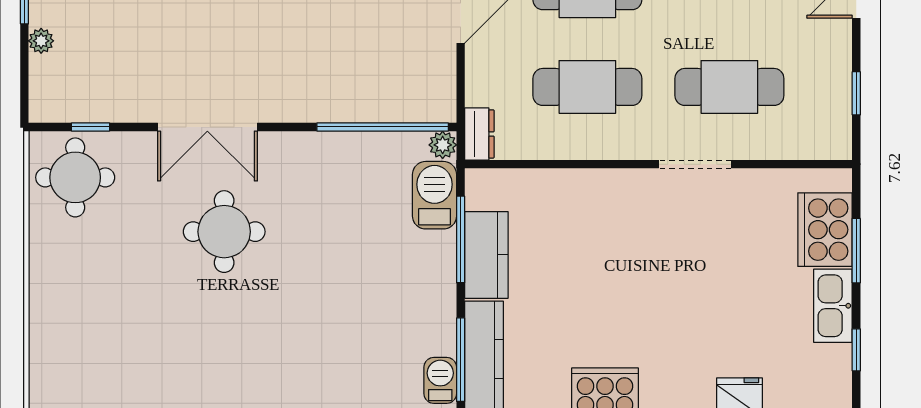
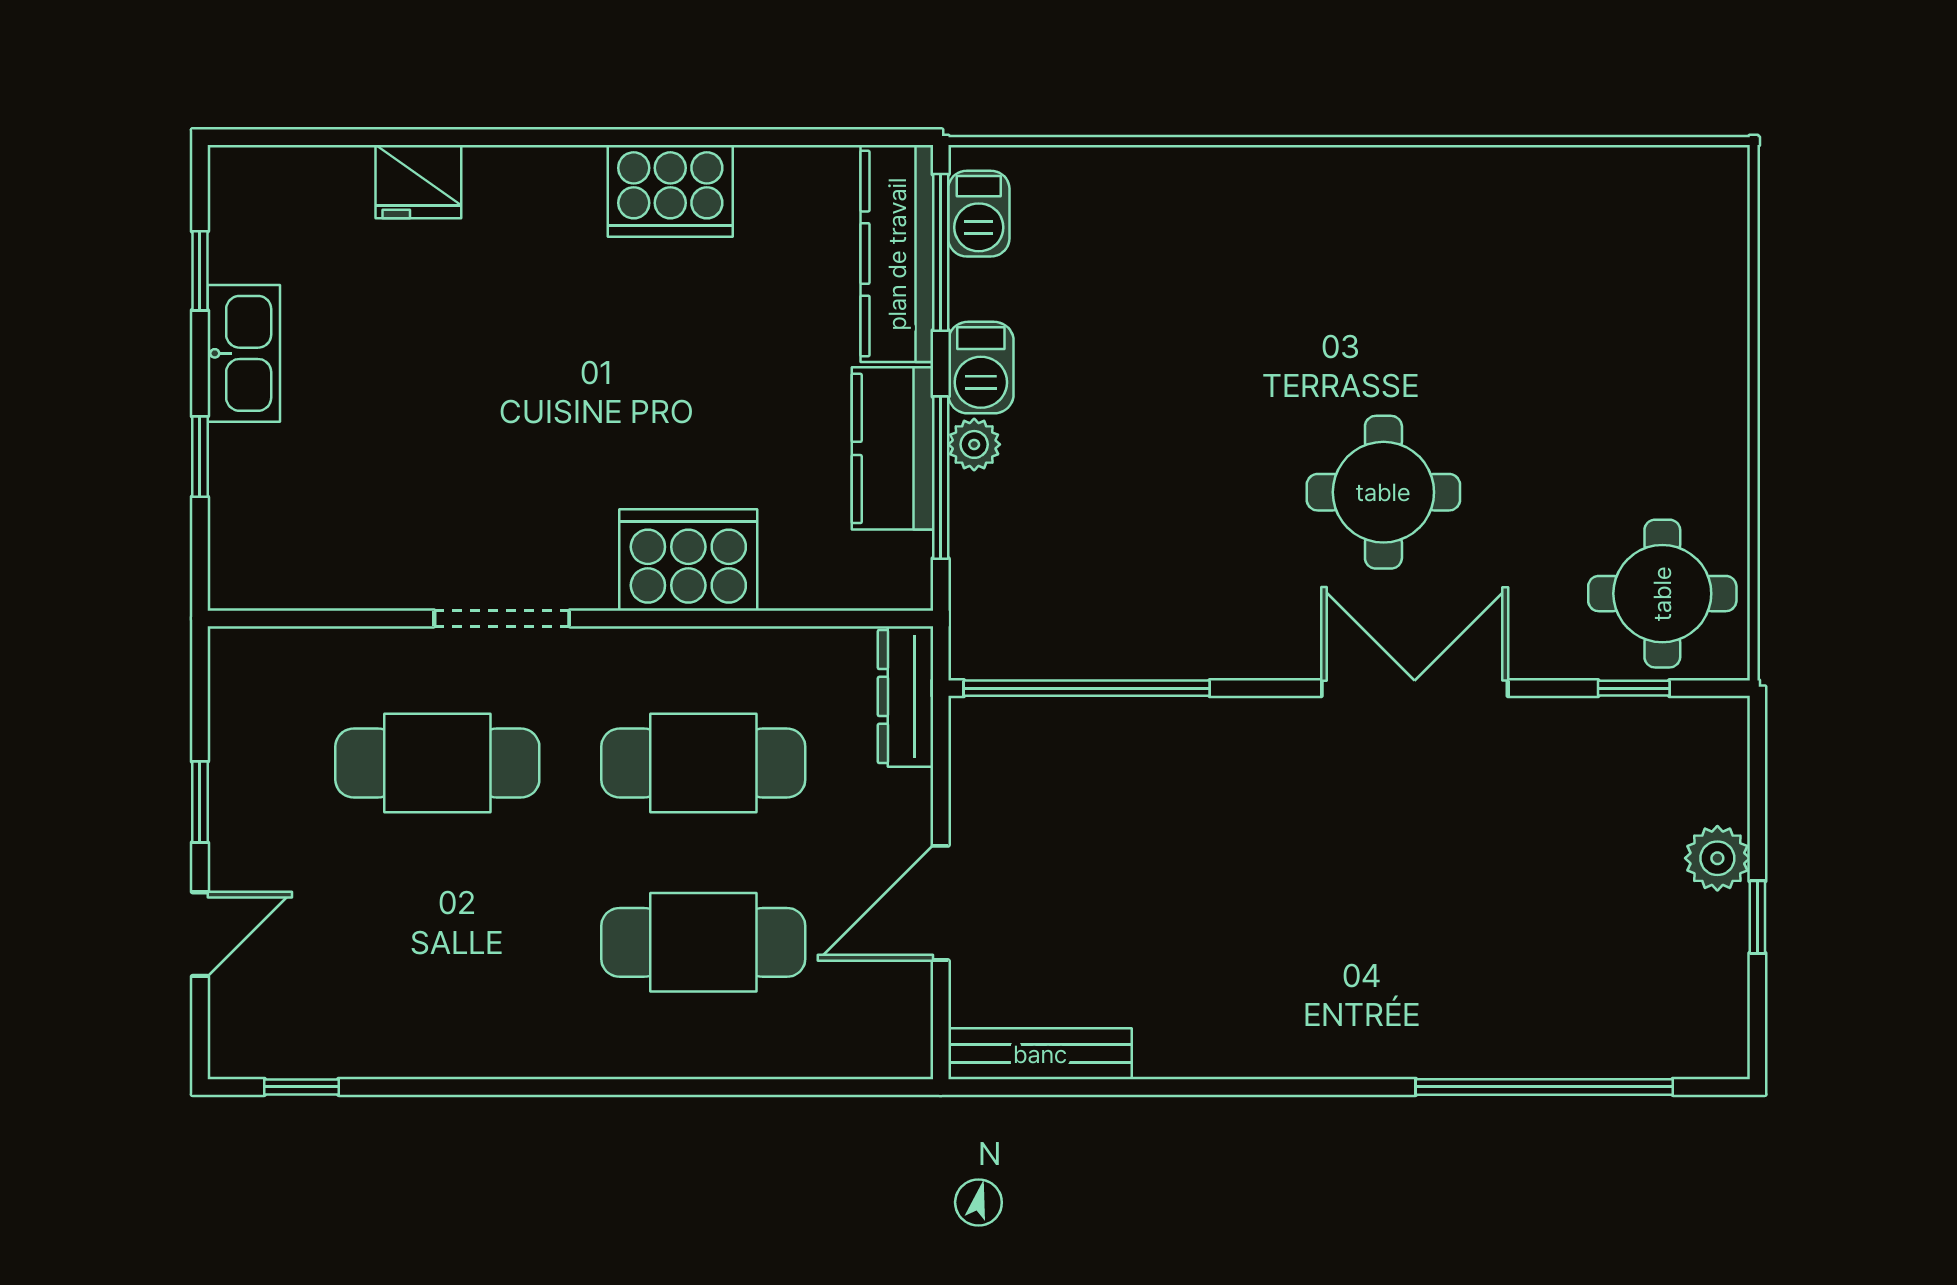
plant: (41, 41) -> (1717, 858), width x1.38, depth x1.38
window: (856, 93) -> (200, 802), moved
dresser: (479, 134) -> (906, 696), width x1.44
plant: (443, 145) -> (974, 444), moved
barbecue: (435, 195) -> (981, 368), moved, width x0.73, depth x0.79
cooker: (825, 230) -> (688, 560), moved, turned -90
window: (856, 251) -> (200, 457), width x0.67

